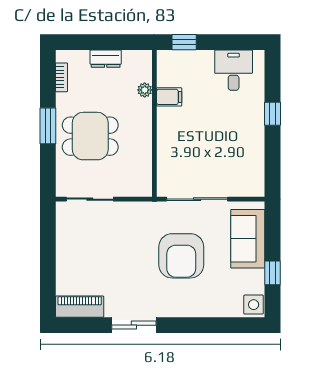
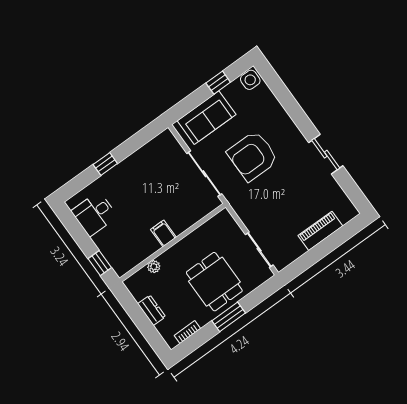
filing cabinet: (169, 97) -> (163, 233), moved
armchair: (181, 256) -> (253, 156), turned 180
piano: (80, 307) -> (320, 231), moved, turned 90

